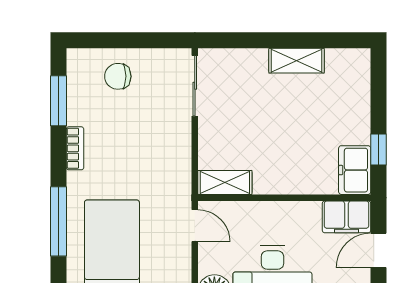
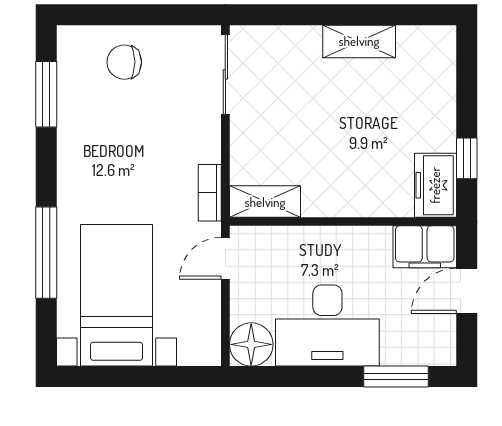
bookcase: (75, 148) -> (210, 193), moved, turned 180
door: (195, 226) -> (225, 258), swing flipped

